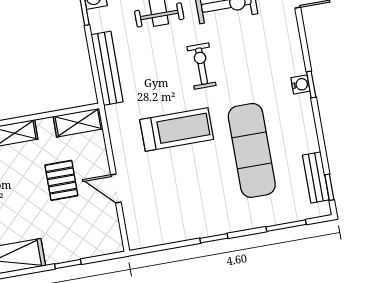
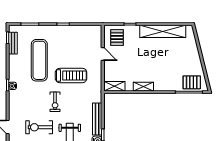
bench: (107, 68) -> (97, 119), moved
treadmill: (177, 129) -> (71, 75), turned 180
pallet: (61, 180) -> (117, 38), moved

